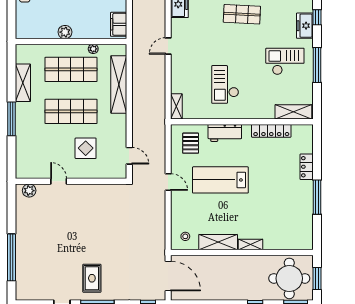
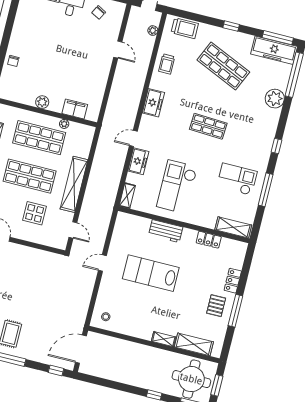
filing cabinet: (119, 24) -> (75, 109), moved, turned 90
freezer: (305, 26) -> (138, 161), moved, turned 180
shelving: (119, 84) -> (74, 184), moved
checkout: (225, 84) -> (177, 187), width x1.36, depth x1.21
locker: (271, 131) -> (209, 240), width x0.66
pallet: (191, 143) -> (216, 306), moved
door: (168, 182) -> (102, 263), swing flipped
shelving: (218, 242) -> (194, 344), moved
door: (168, 276) -> (81, 349), swing flipped

